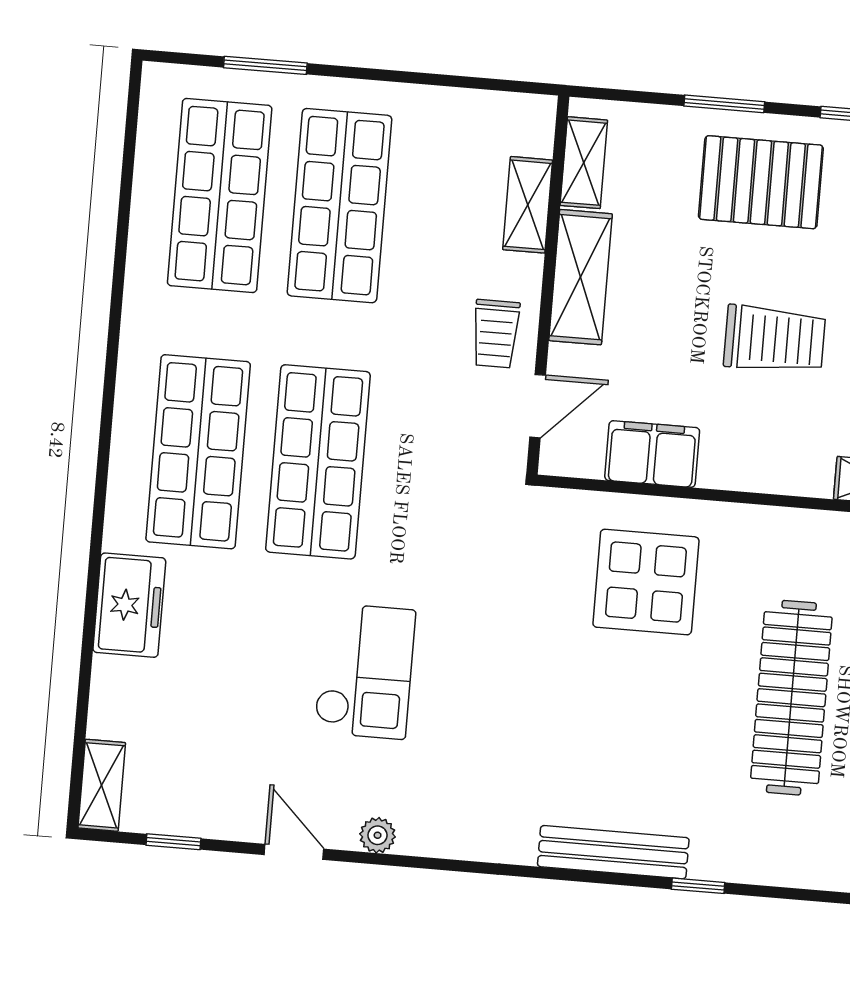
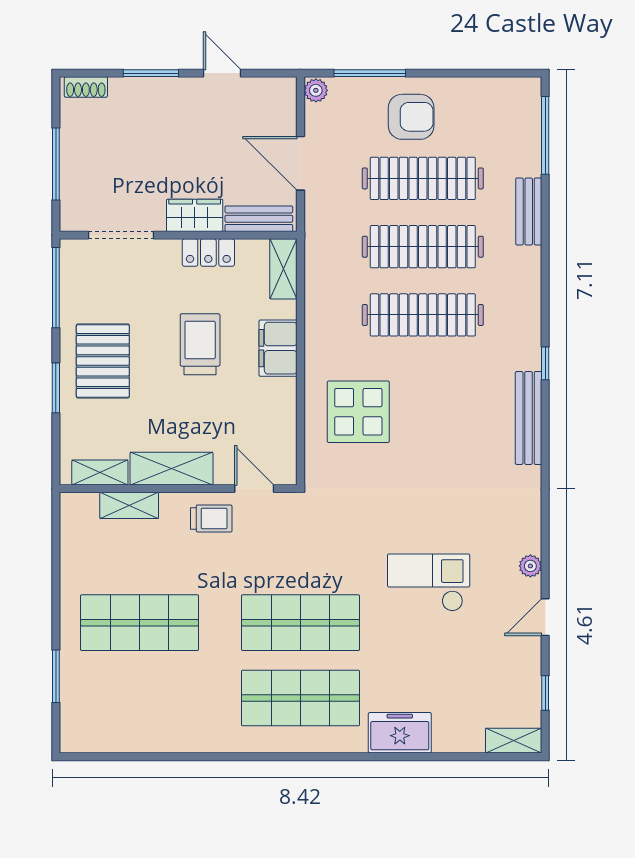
shop shelf: (220, 196) -> (140, 698), removed
filing cabinet: (652, 454) -> (278, 348), moved

